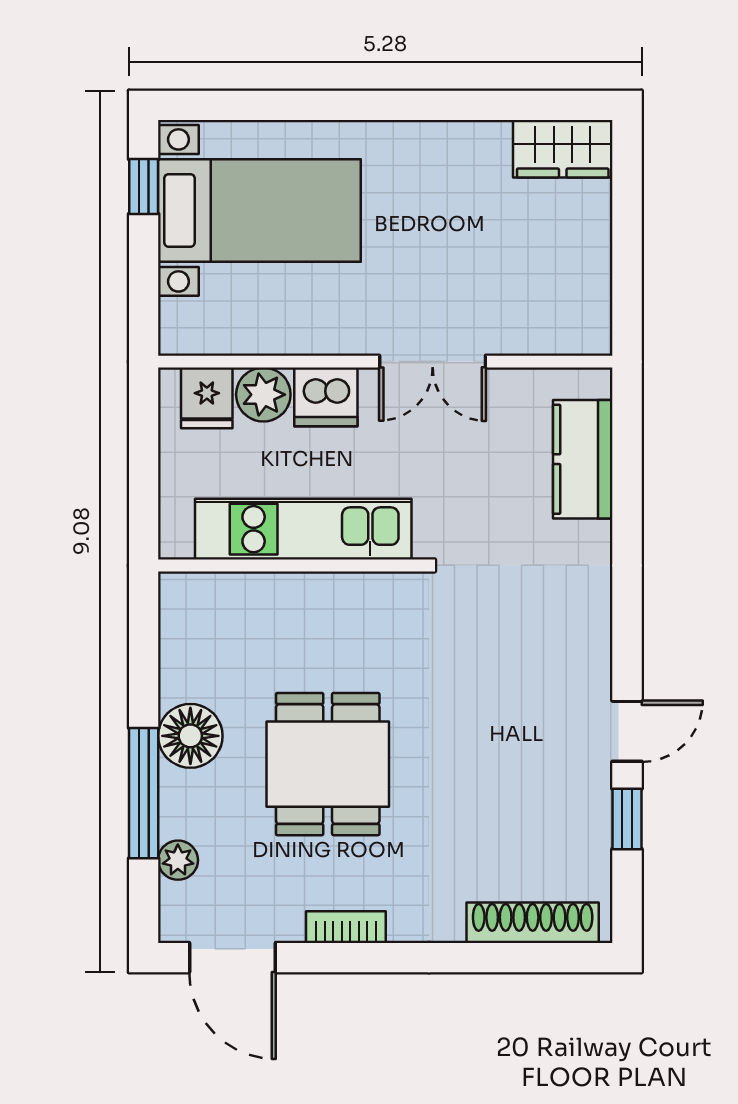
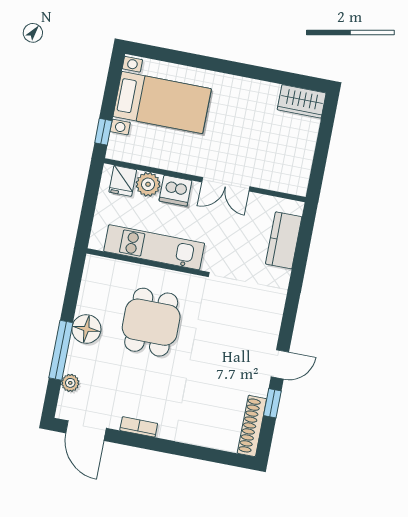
window: (144, 187) -> (103, 132), moved
dining table: (328, 764) -> (151, 322), moved
shoe rack: (533, 923) -> (252, 426), moved, turned -90

